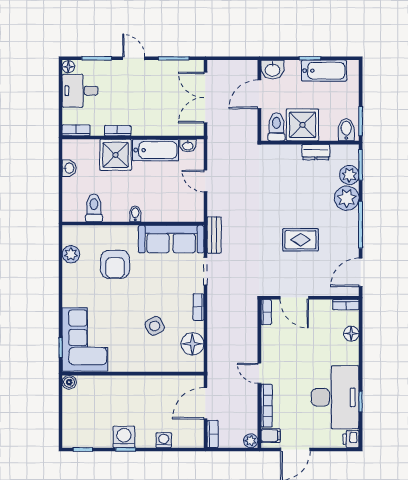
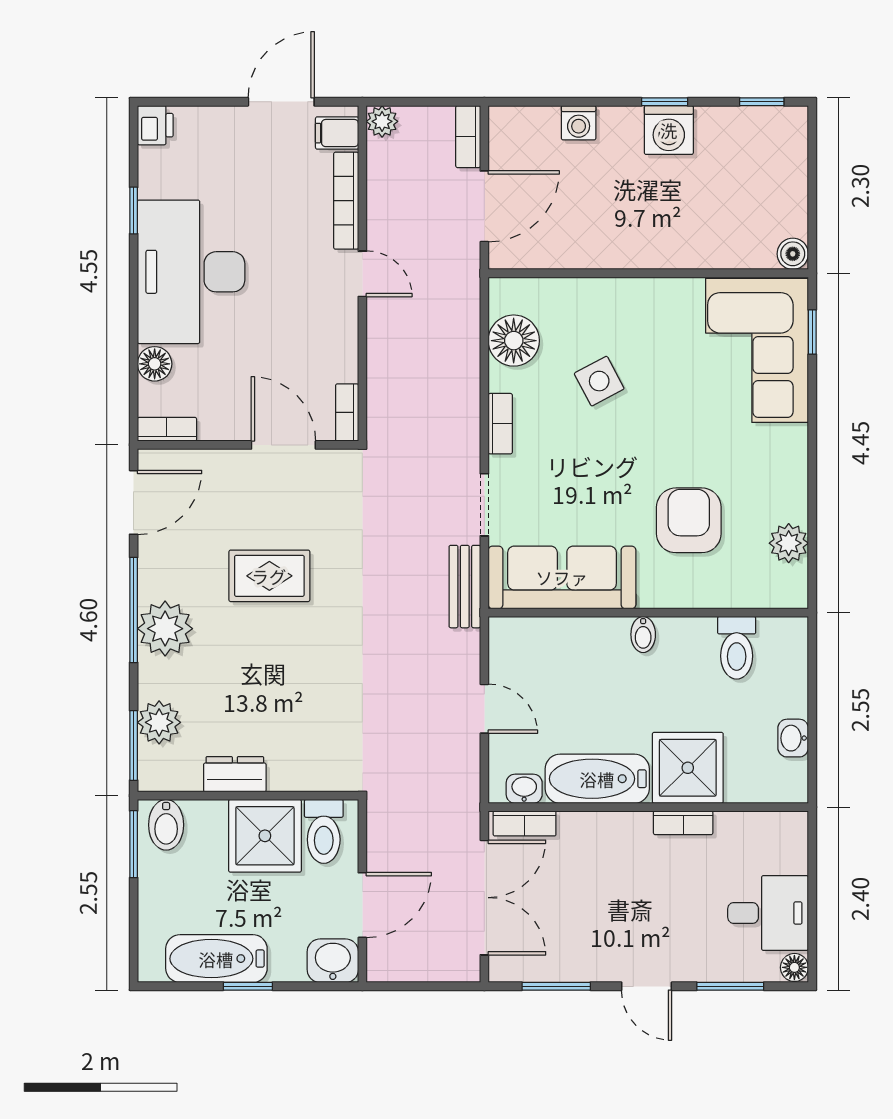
bookcase: (76, 130) -> (525, 823), moved
plant: (347, 198) -> (165, 629), moved
desk: (335, 397) -> (191, 272), moved

